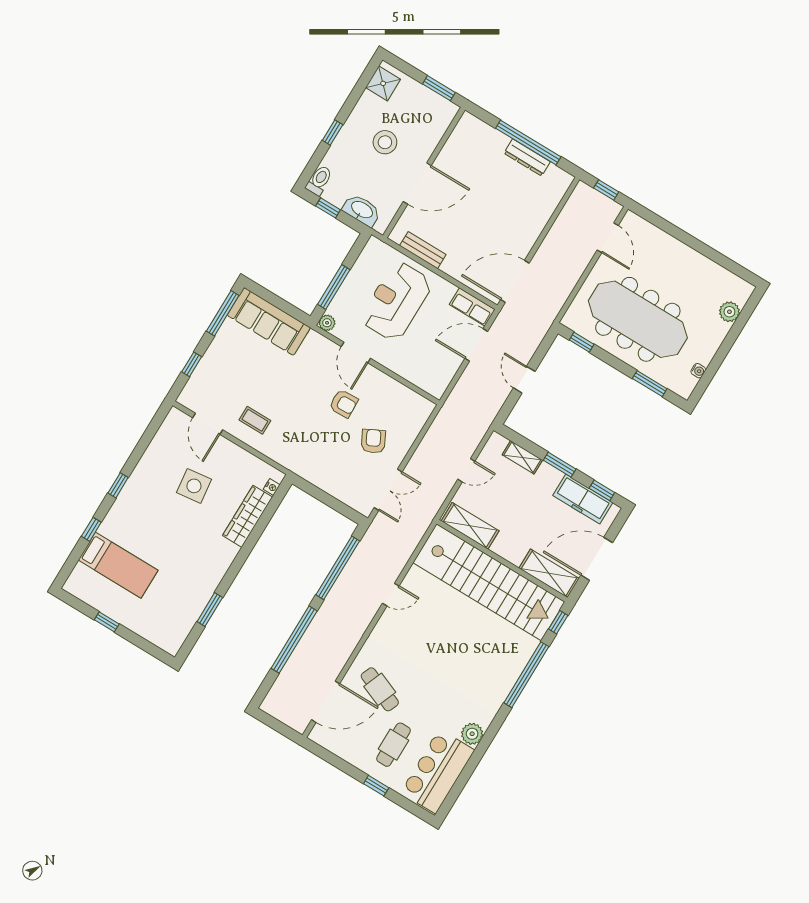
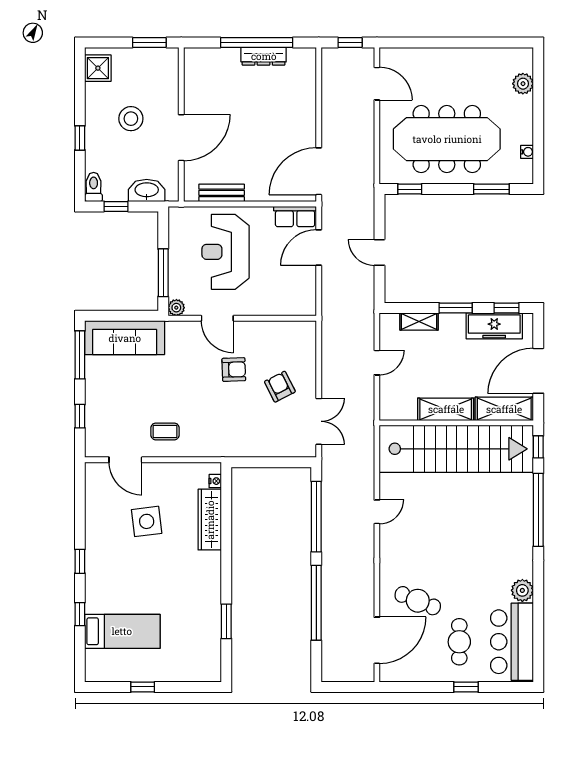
shelving: (470, 526) -> (446, 409), moved

